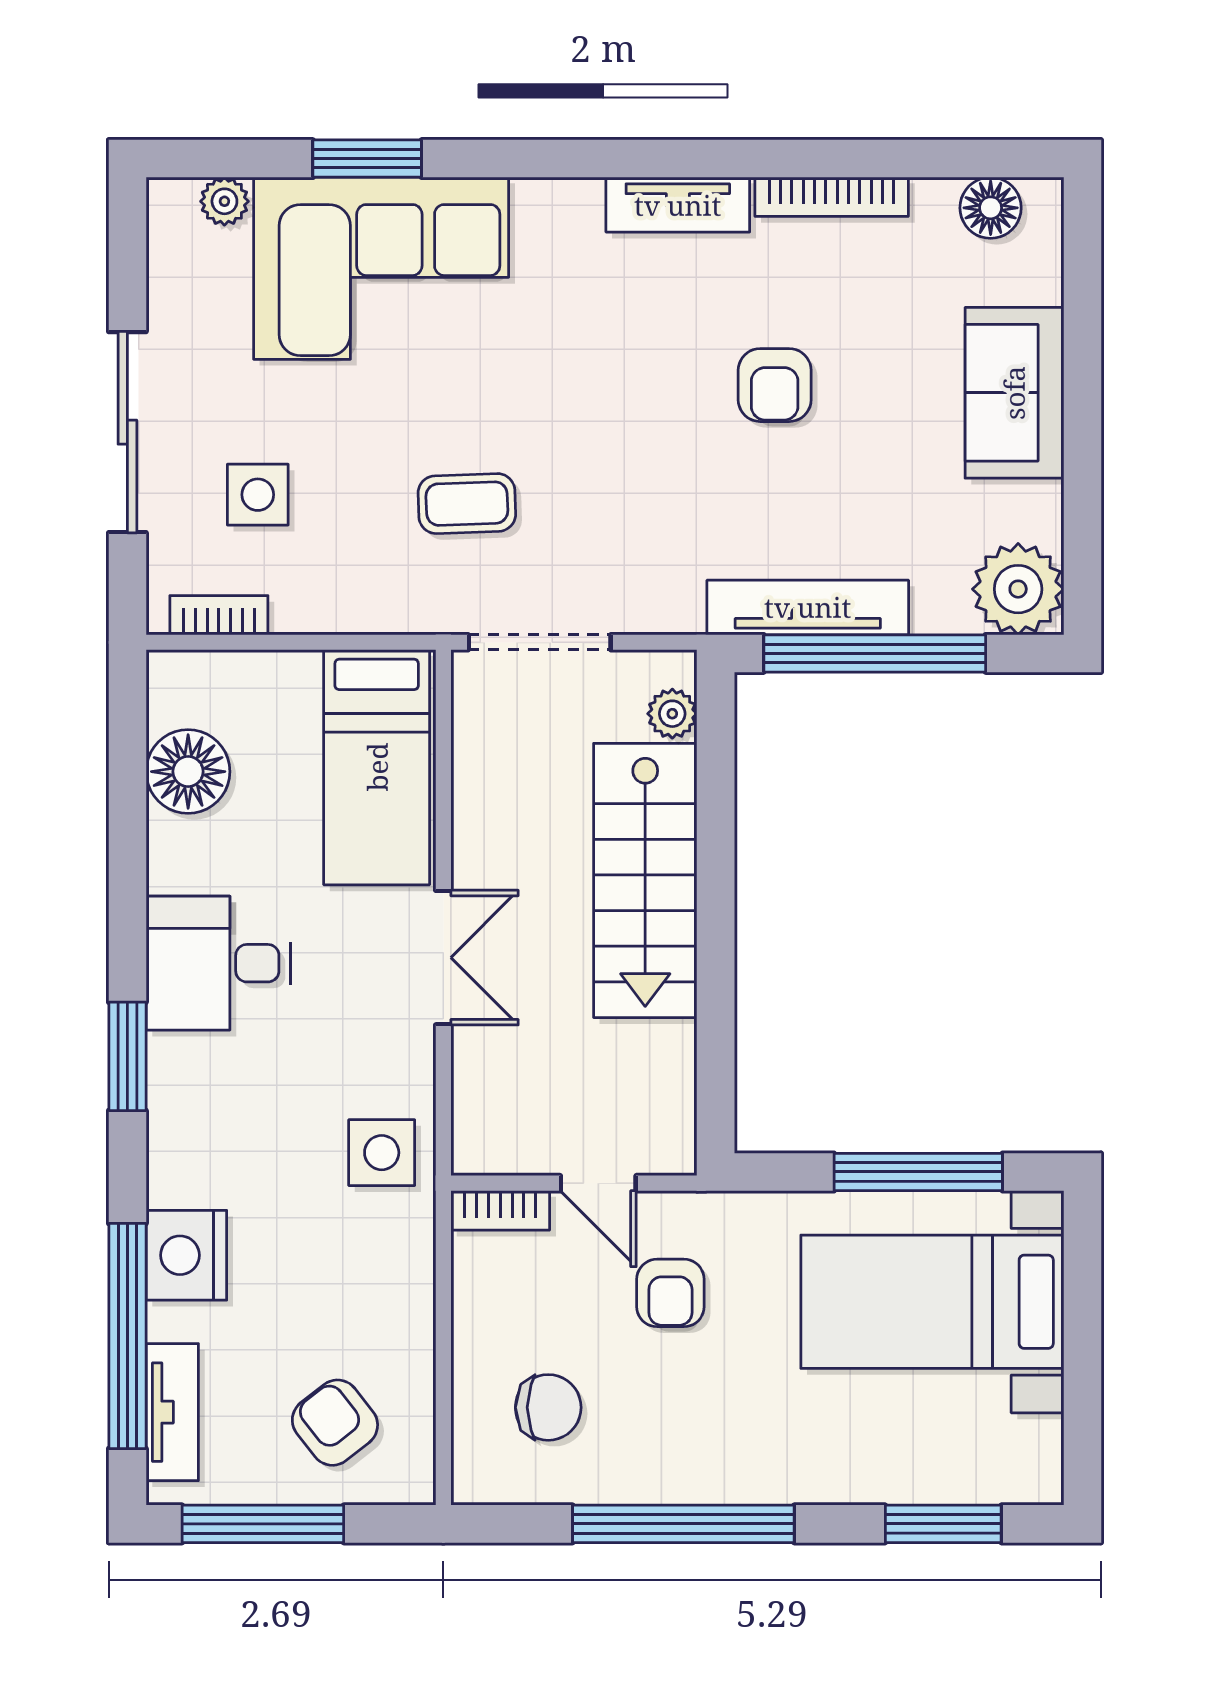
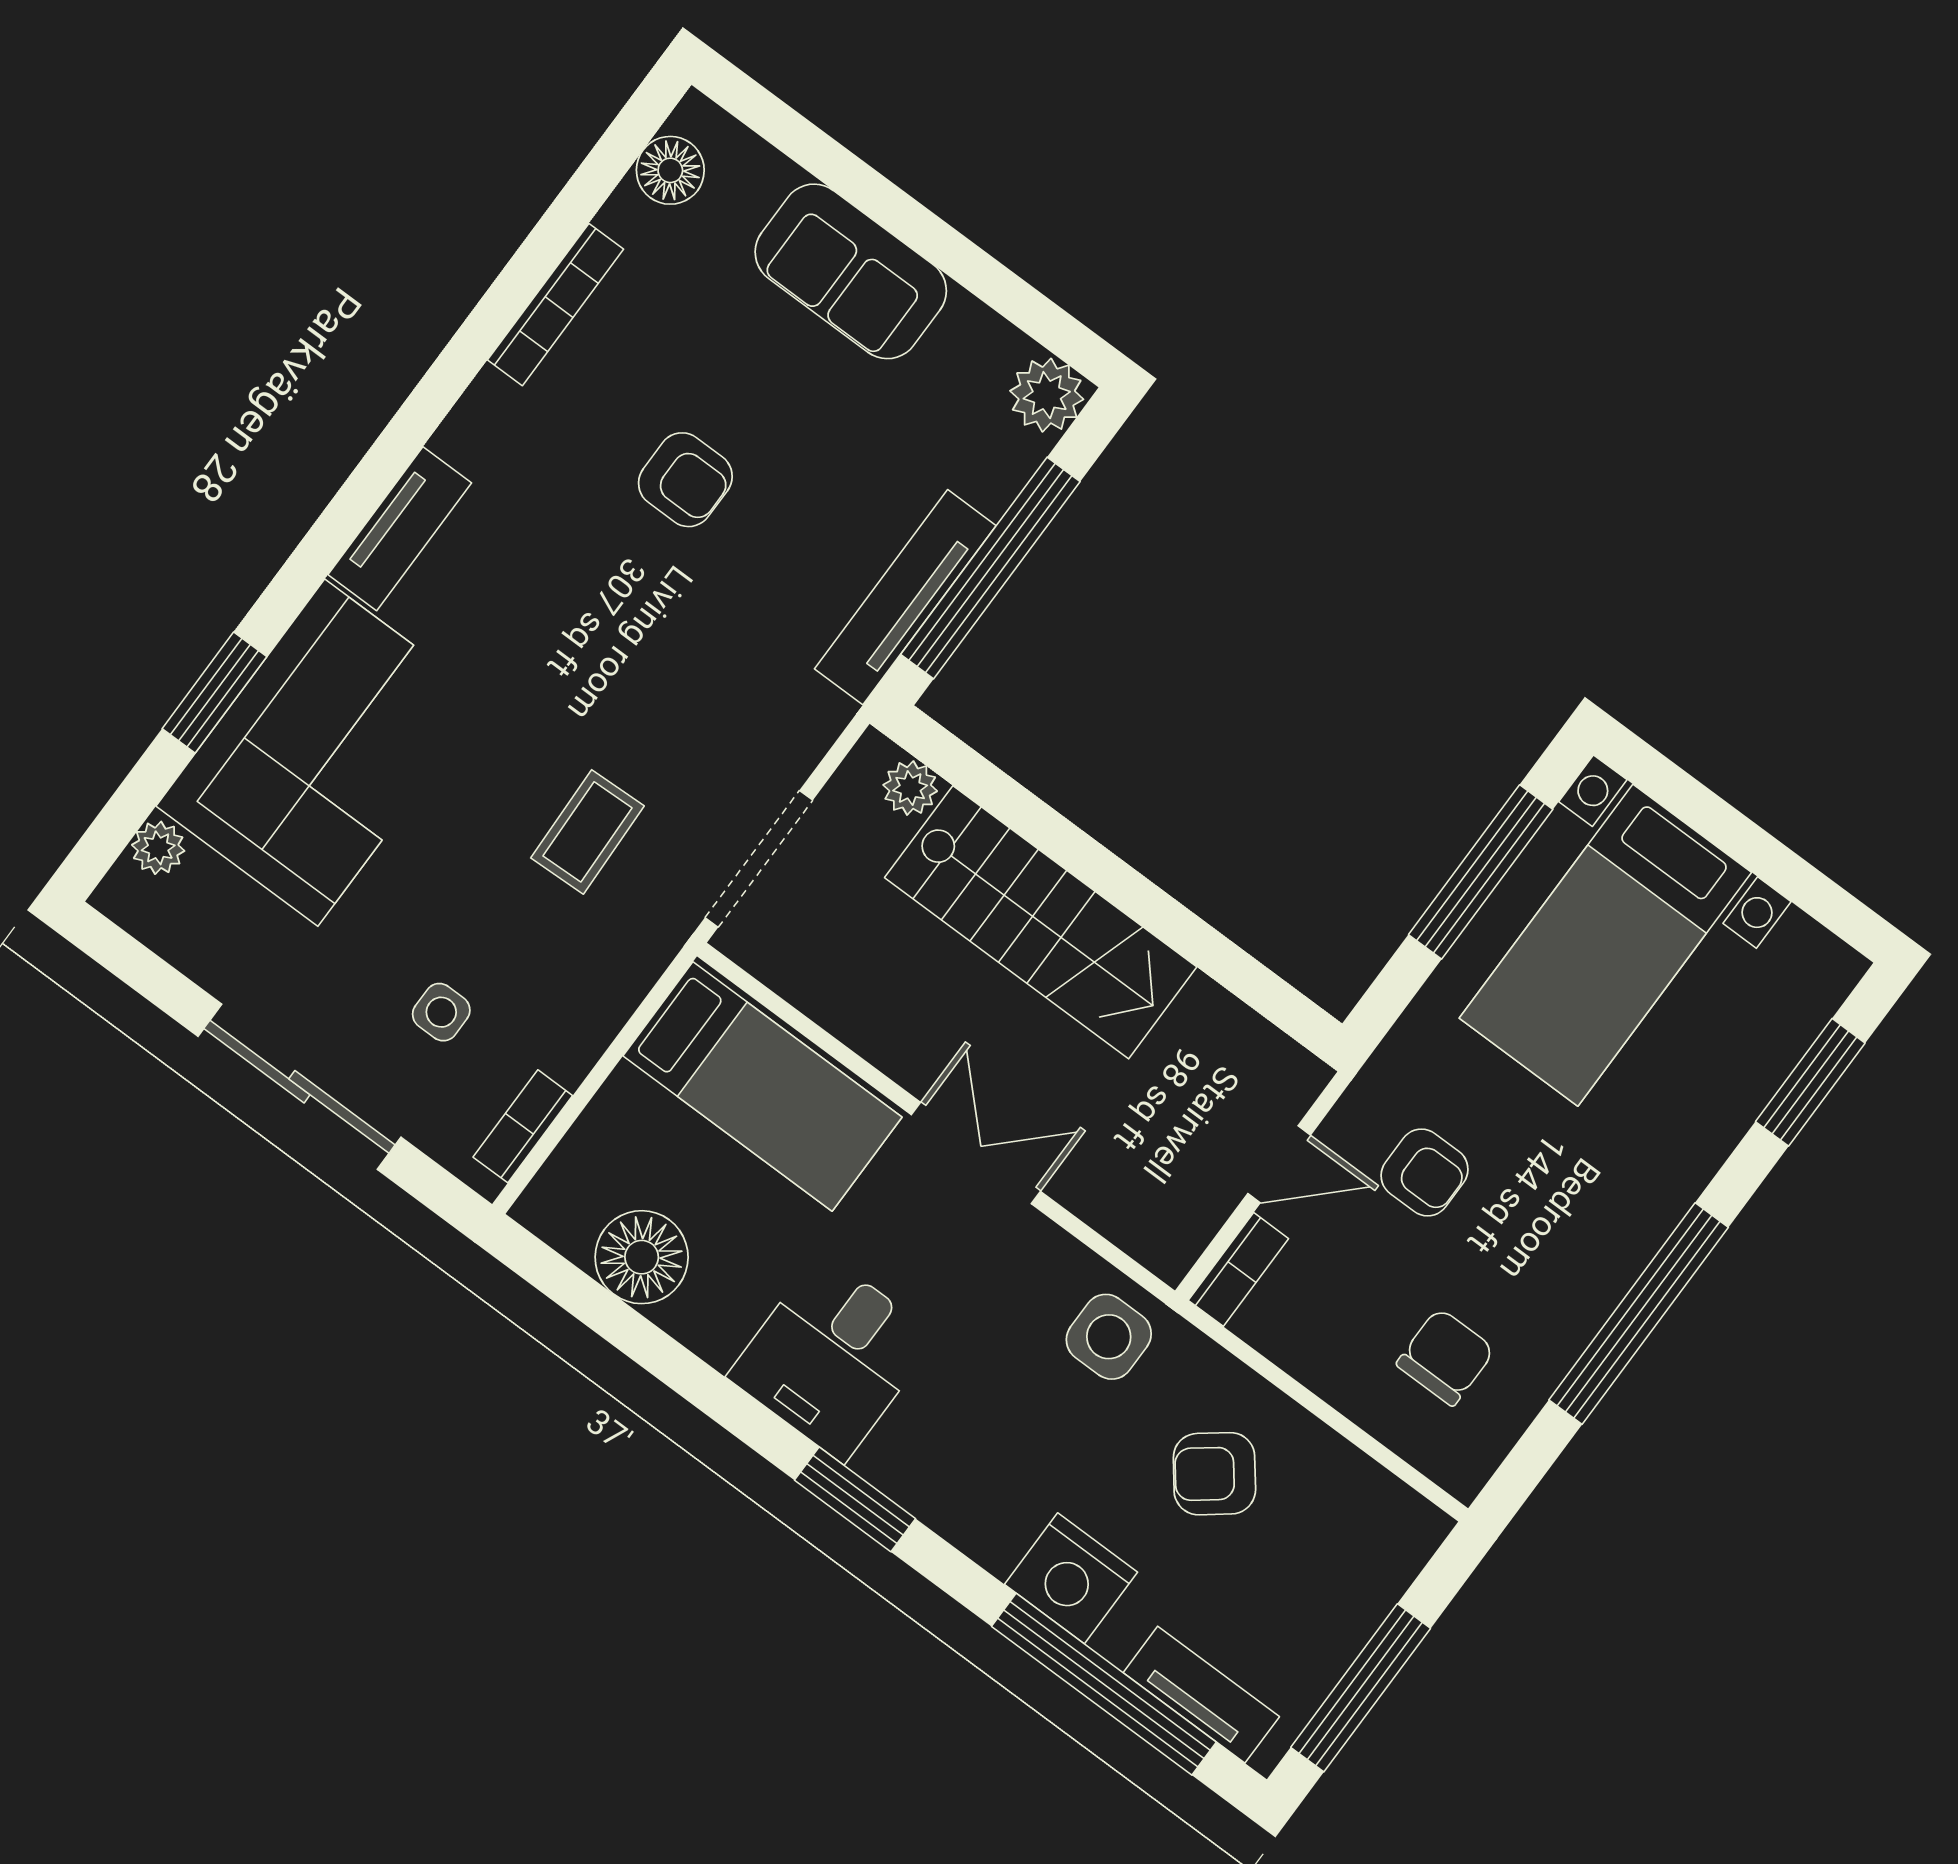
tv unit: (678, 205) -> (400, 529), moved
side table: (258, 495) -> (441, 1012), width x0.73, depth x0.73
plant: (1018, 589) -> (1047, 395), width x0.73, depth x0.73
armchair: (335, 1423) -> (1214, 1474), moved

